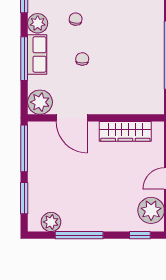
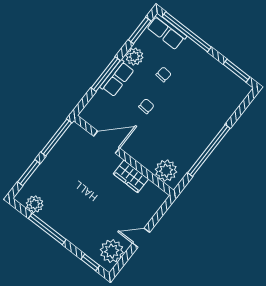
plant: (40, 102) -> (166, 171), moved
door: (72, 118) -> (107, 142), swing flipped
wardrobe: (125, 131) -> (131, 176), width x0.67

